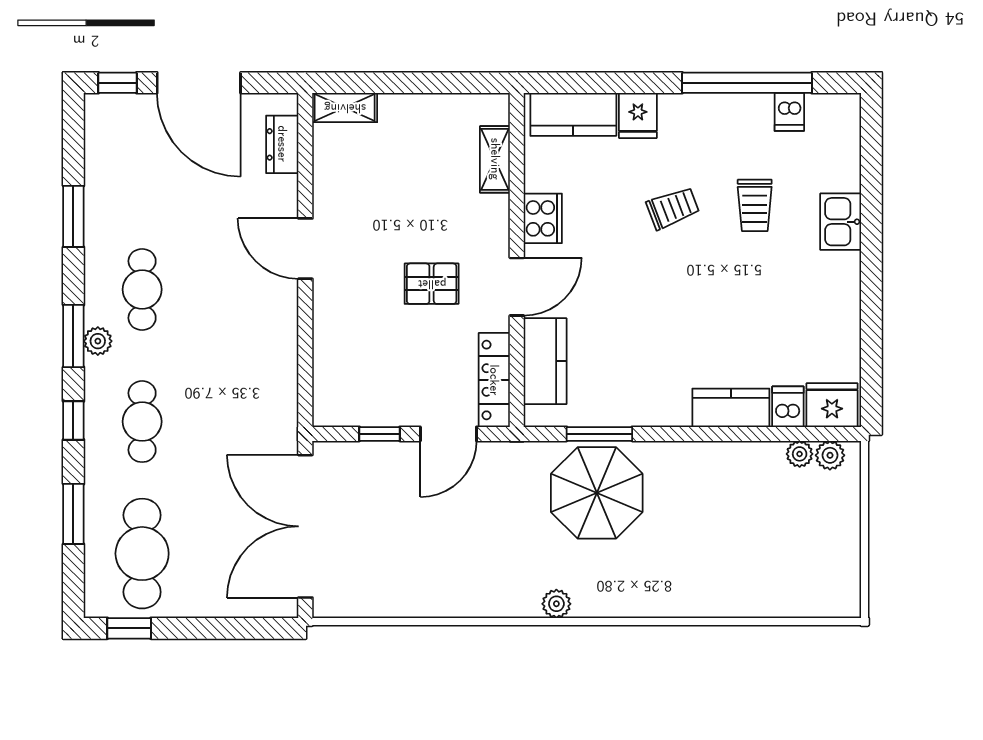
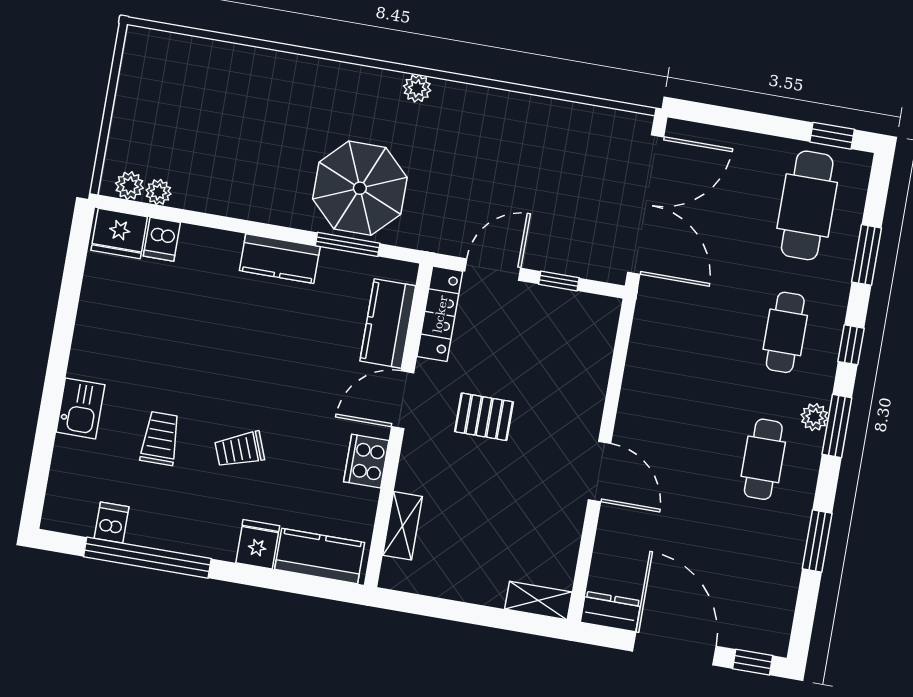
dresser: (282, 144) -> (611, 611), moved, turned -90
kitchen counter: (731, 408) -> (280, 259), moved

